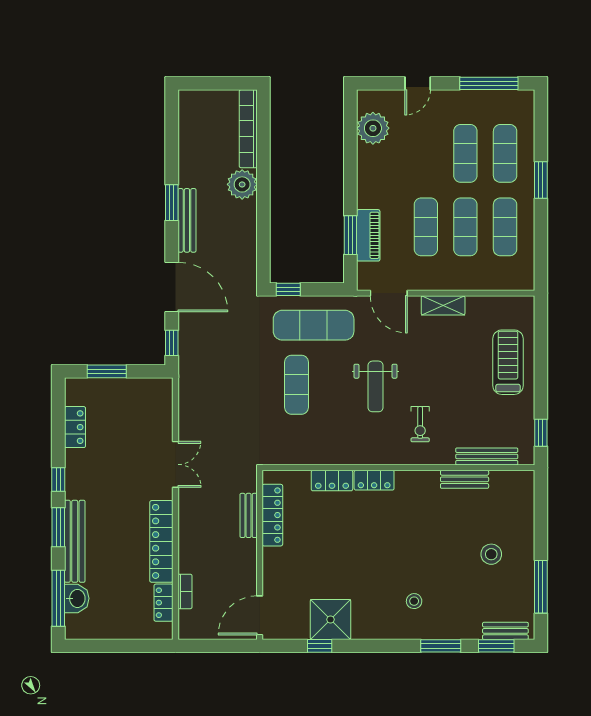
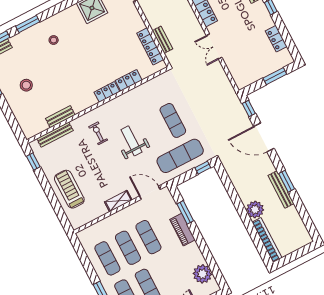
bench: (187, 220) -> (281, 190), moved
piano: (368, 235) -> (183, 230), moved
treadmill: (508, 362) -> (69, 189), turned 180

